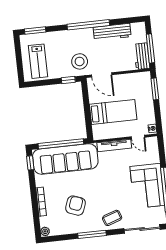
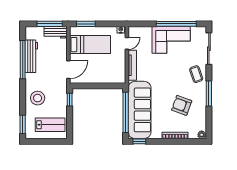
window: (88, 25) -> (23, 60), moved
stool: (80, 61) -> (38, 98), moved
bed: (113, 112) -> (90, 45), moved, turned 90

